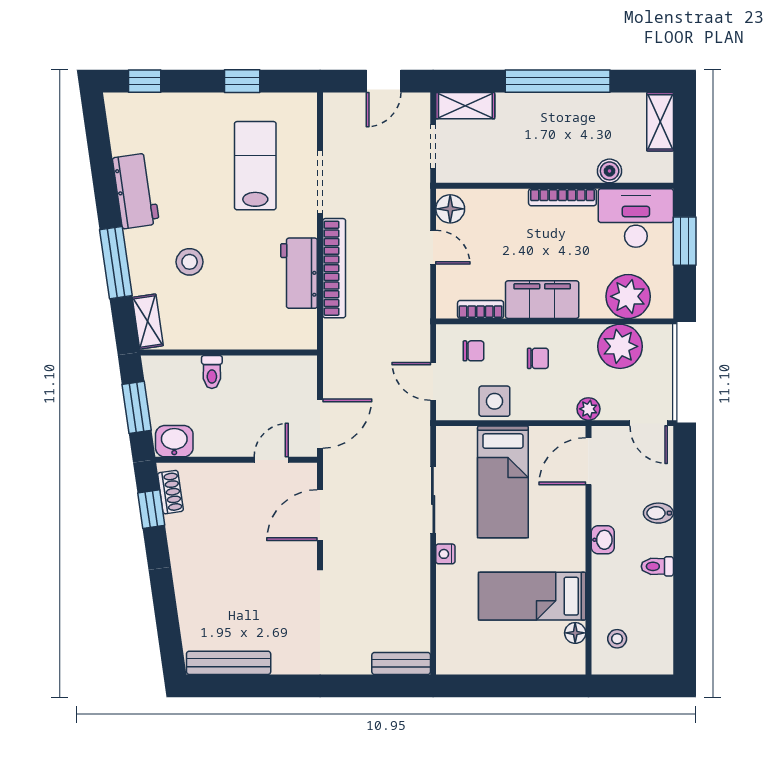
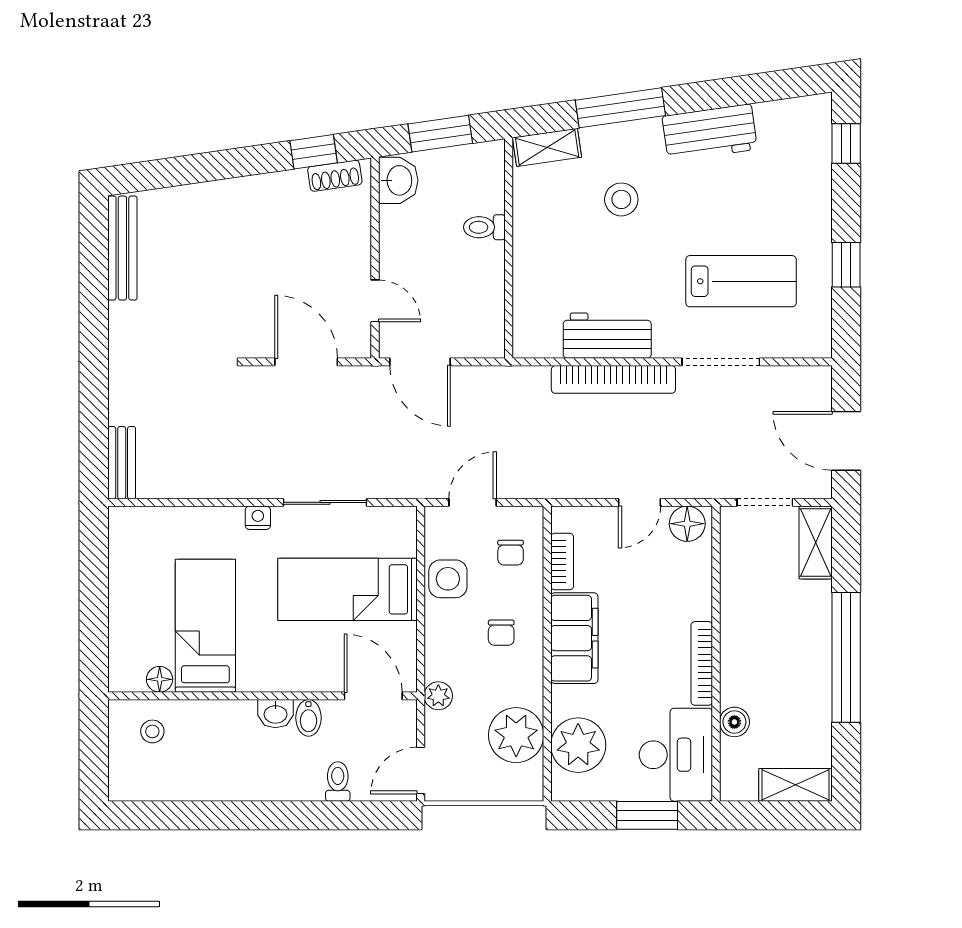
door: (384, 81) -> (846, 441), width x1.37
bidet: (658, 513) -> (308, 718), moved, turned 180
toilet: (657, 566) -> (338, 781), moved

